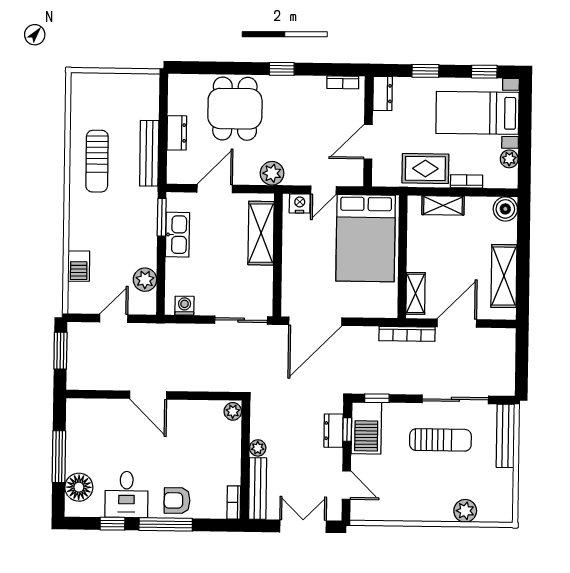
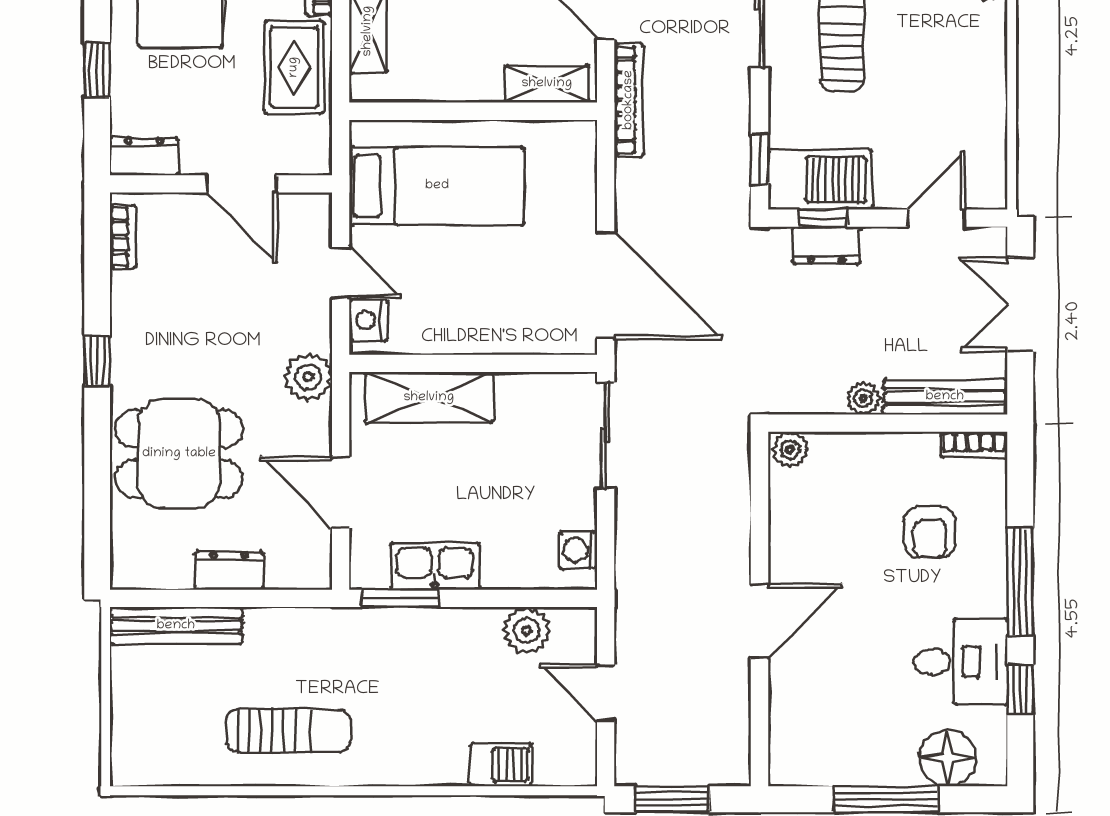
bench: (149, 153) -> (176, 626), moved
bed: (366, 238) -> (437, 186), width x0.67
armchair: (177, 500) -> (930, 532), moved

